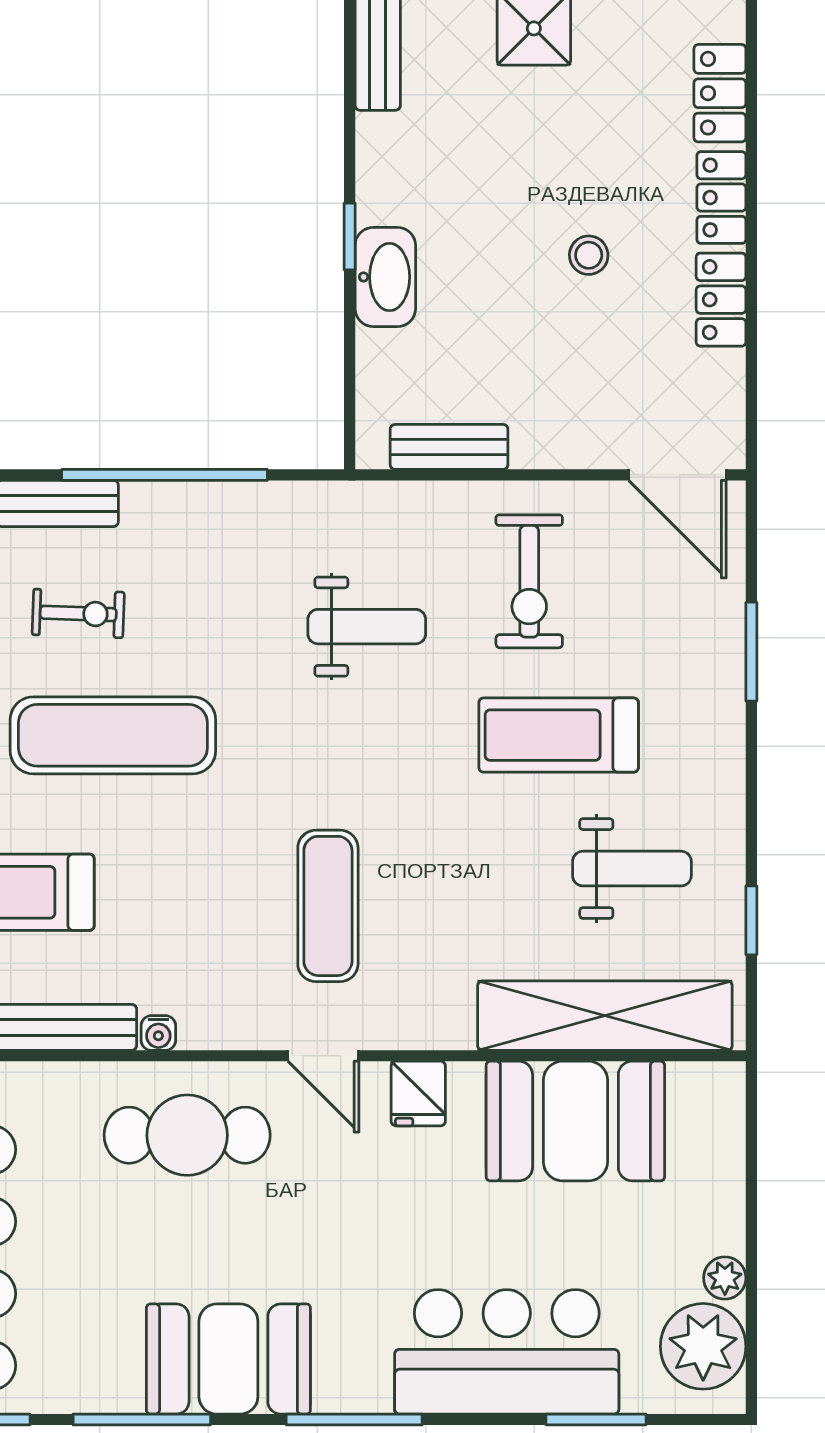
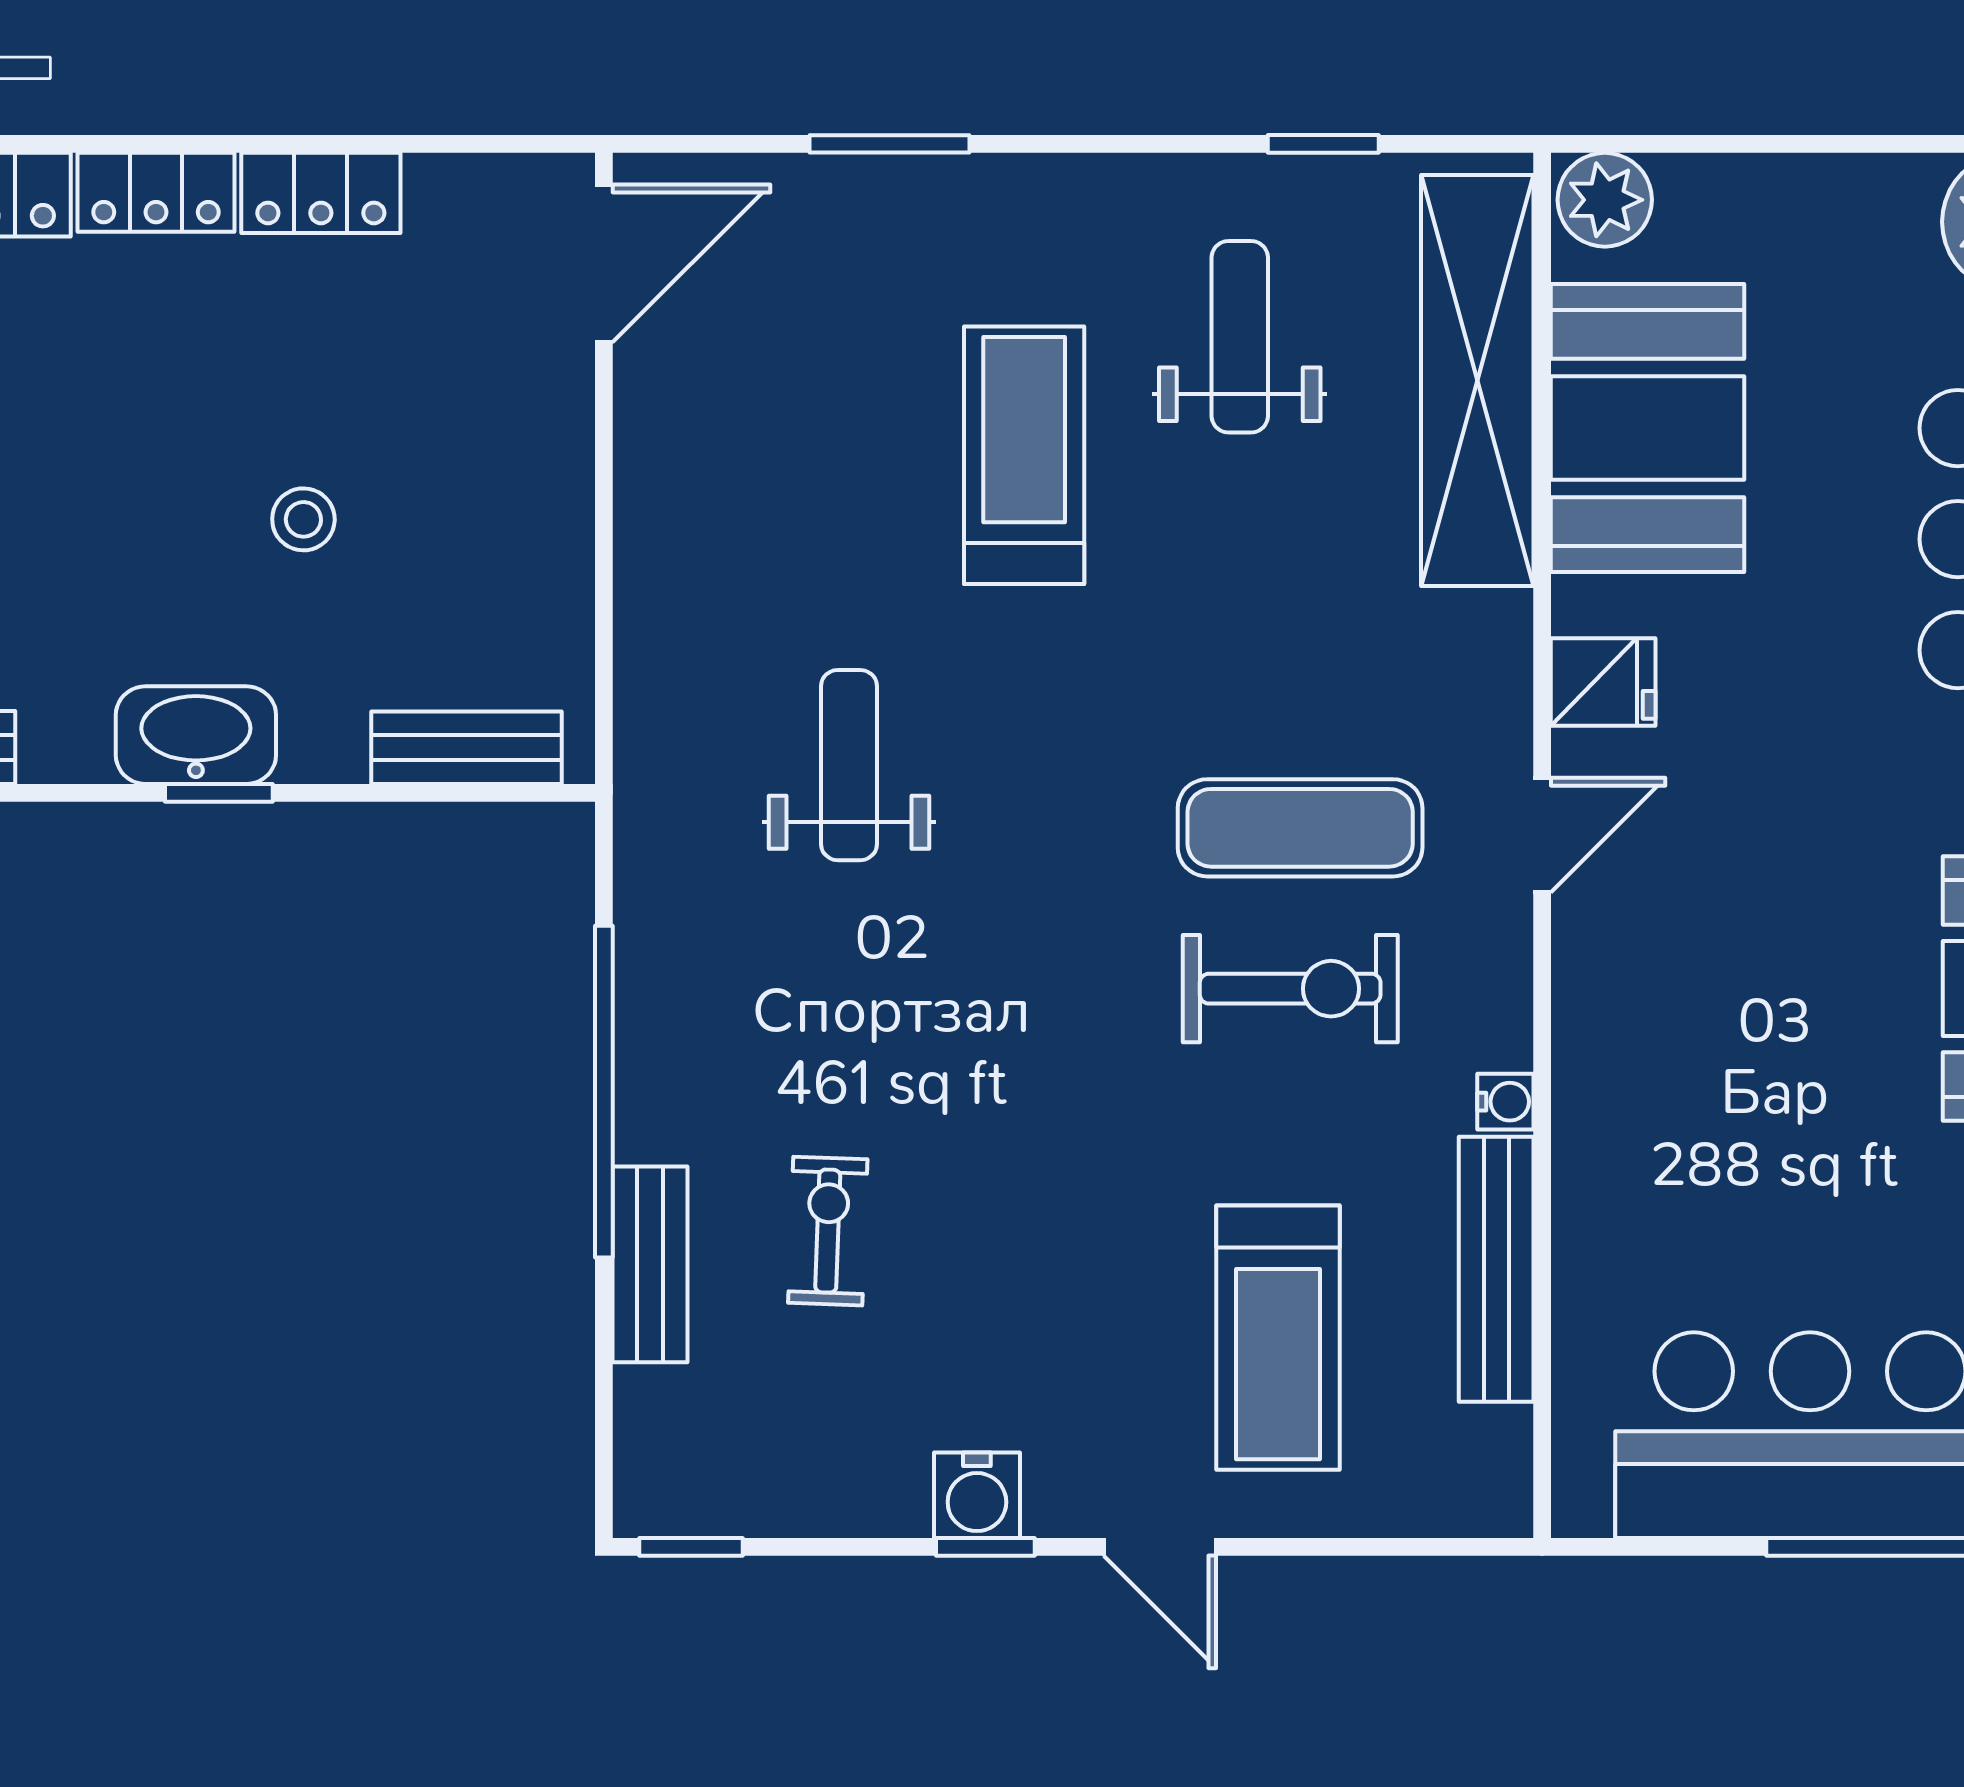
stool: (589, 255) -> (303, 519), moved
washbasin: (385, 277) -> (196, 735), moved
bench: (449, 447) -> (466, 748), moved, turned 90
exercise bike: (529, 581) -> (1290, 989), moved
exercise mat: (113, 735) -> (1025, 1175), removed
treadmill: (559, 735) -> (1024, 455), turned 180
cafe table: (187, 1135) -> (1670, 1055), removed
plant: (725, 1278) -> (1605, 200), moved, width x1.38, depth x1.38

